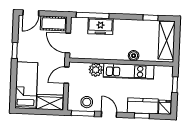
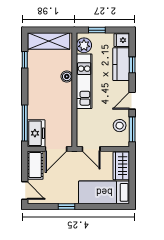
freezer: (100, 26) -> (36, 133), moved
plant: (96, 70) -> (84, 45), moved

